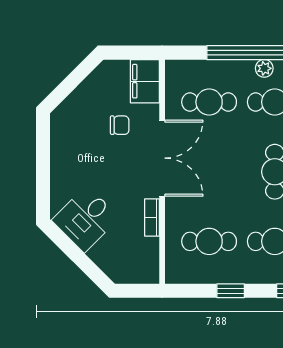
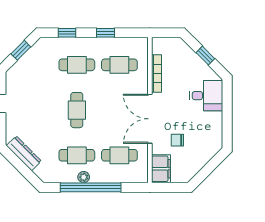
bookcase: (152, 218) -> (157, 74), width x1.56
desk: (86, 219) -> (206, 96), moved, turned 45
window: (77, 256) -> (205, 56), added

